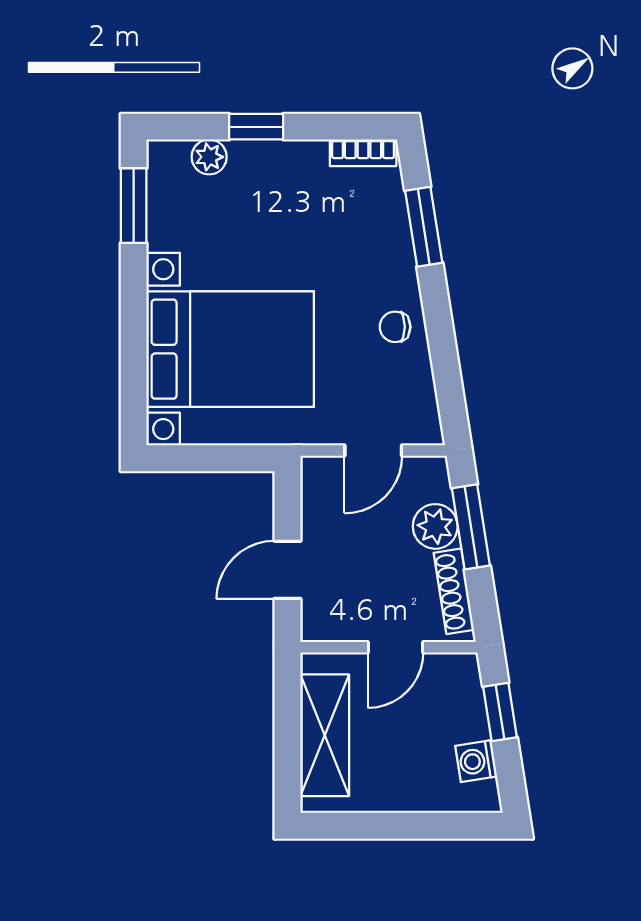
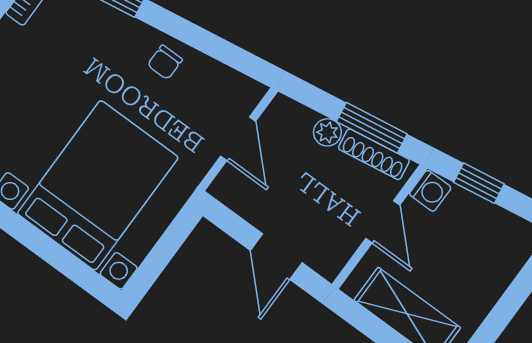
plant: (435, 526) -> (327, 132), width x0.73, depth x0.73
window: (471, 527) -> (372, 128), moved
washing machine: (476, 761) -> (430, 191), moved, turned -81

